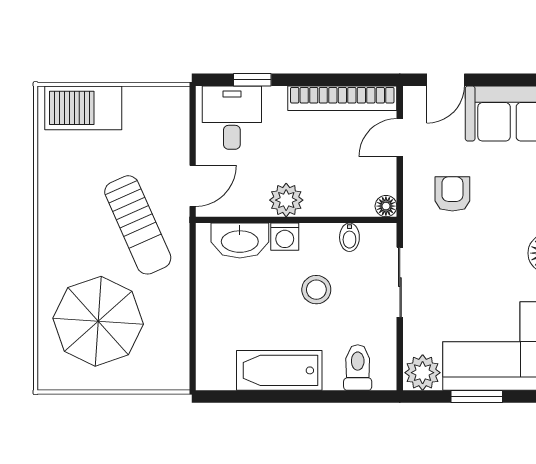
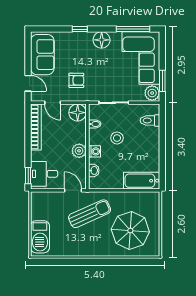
window: (252, 80) -> (28, 176), moved
armchair: (452, 194) -> (76, 80), turned 180
floor lamp: (386, 206) -> (78, 113), width x1.89, depth x1.89
washbasin: (240, 240) -> (94, 170), width x0.52, depth x0.69
bathtub: (279, 370) -> (142, 181), moved, turned 90
window: (477, 397) -> (162, 81), moved

